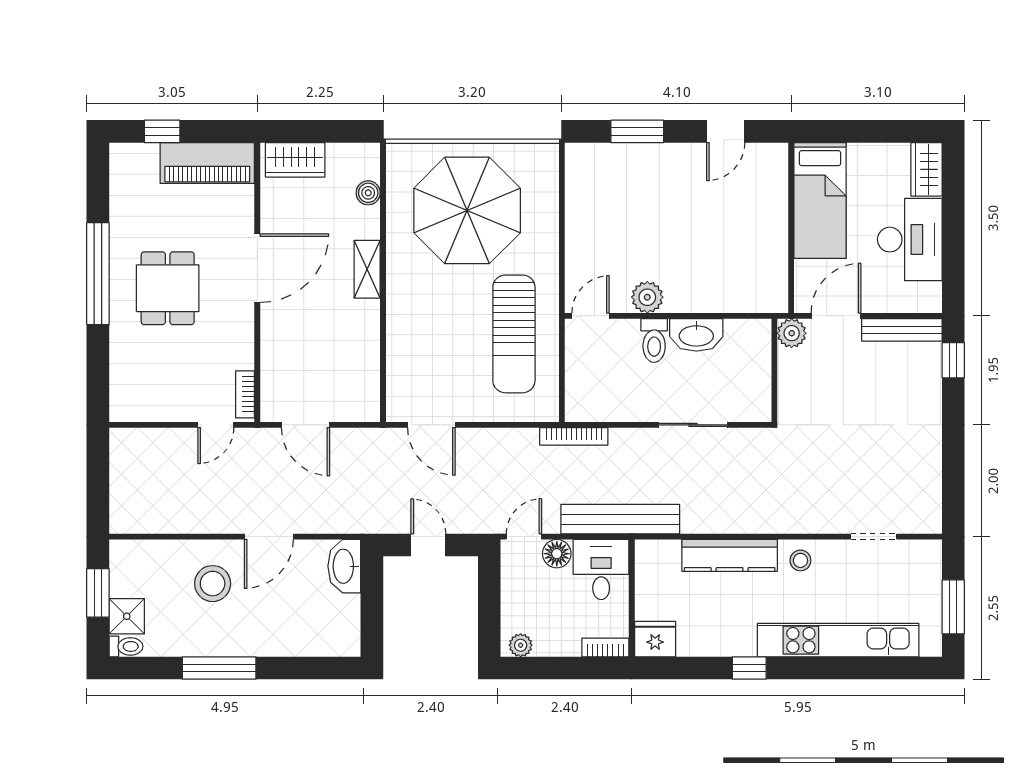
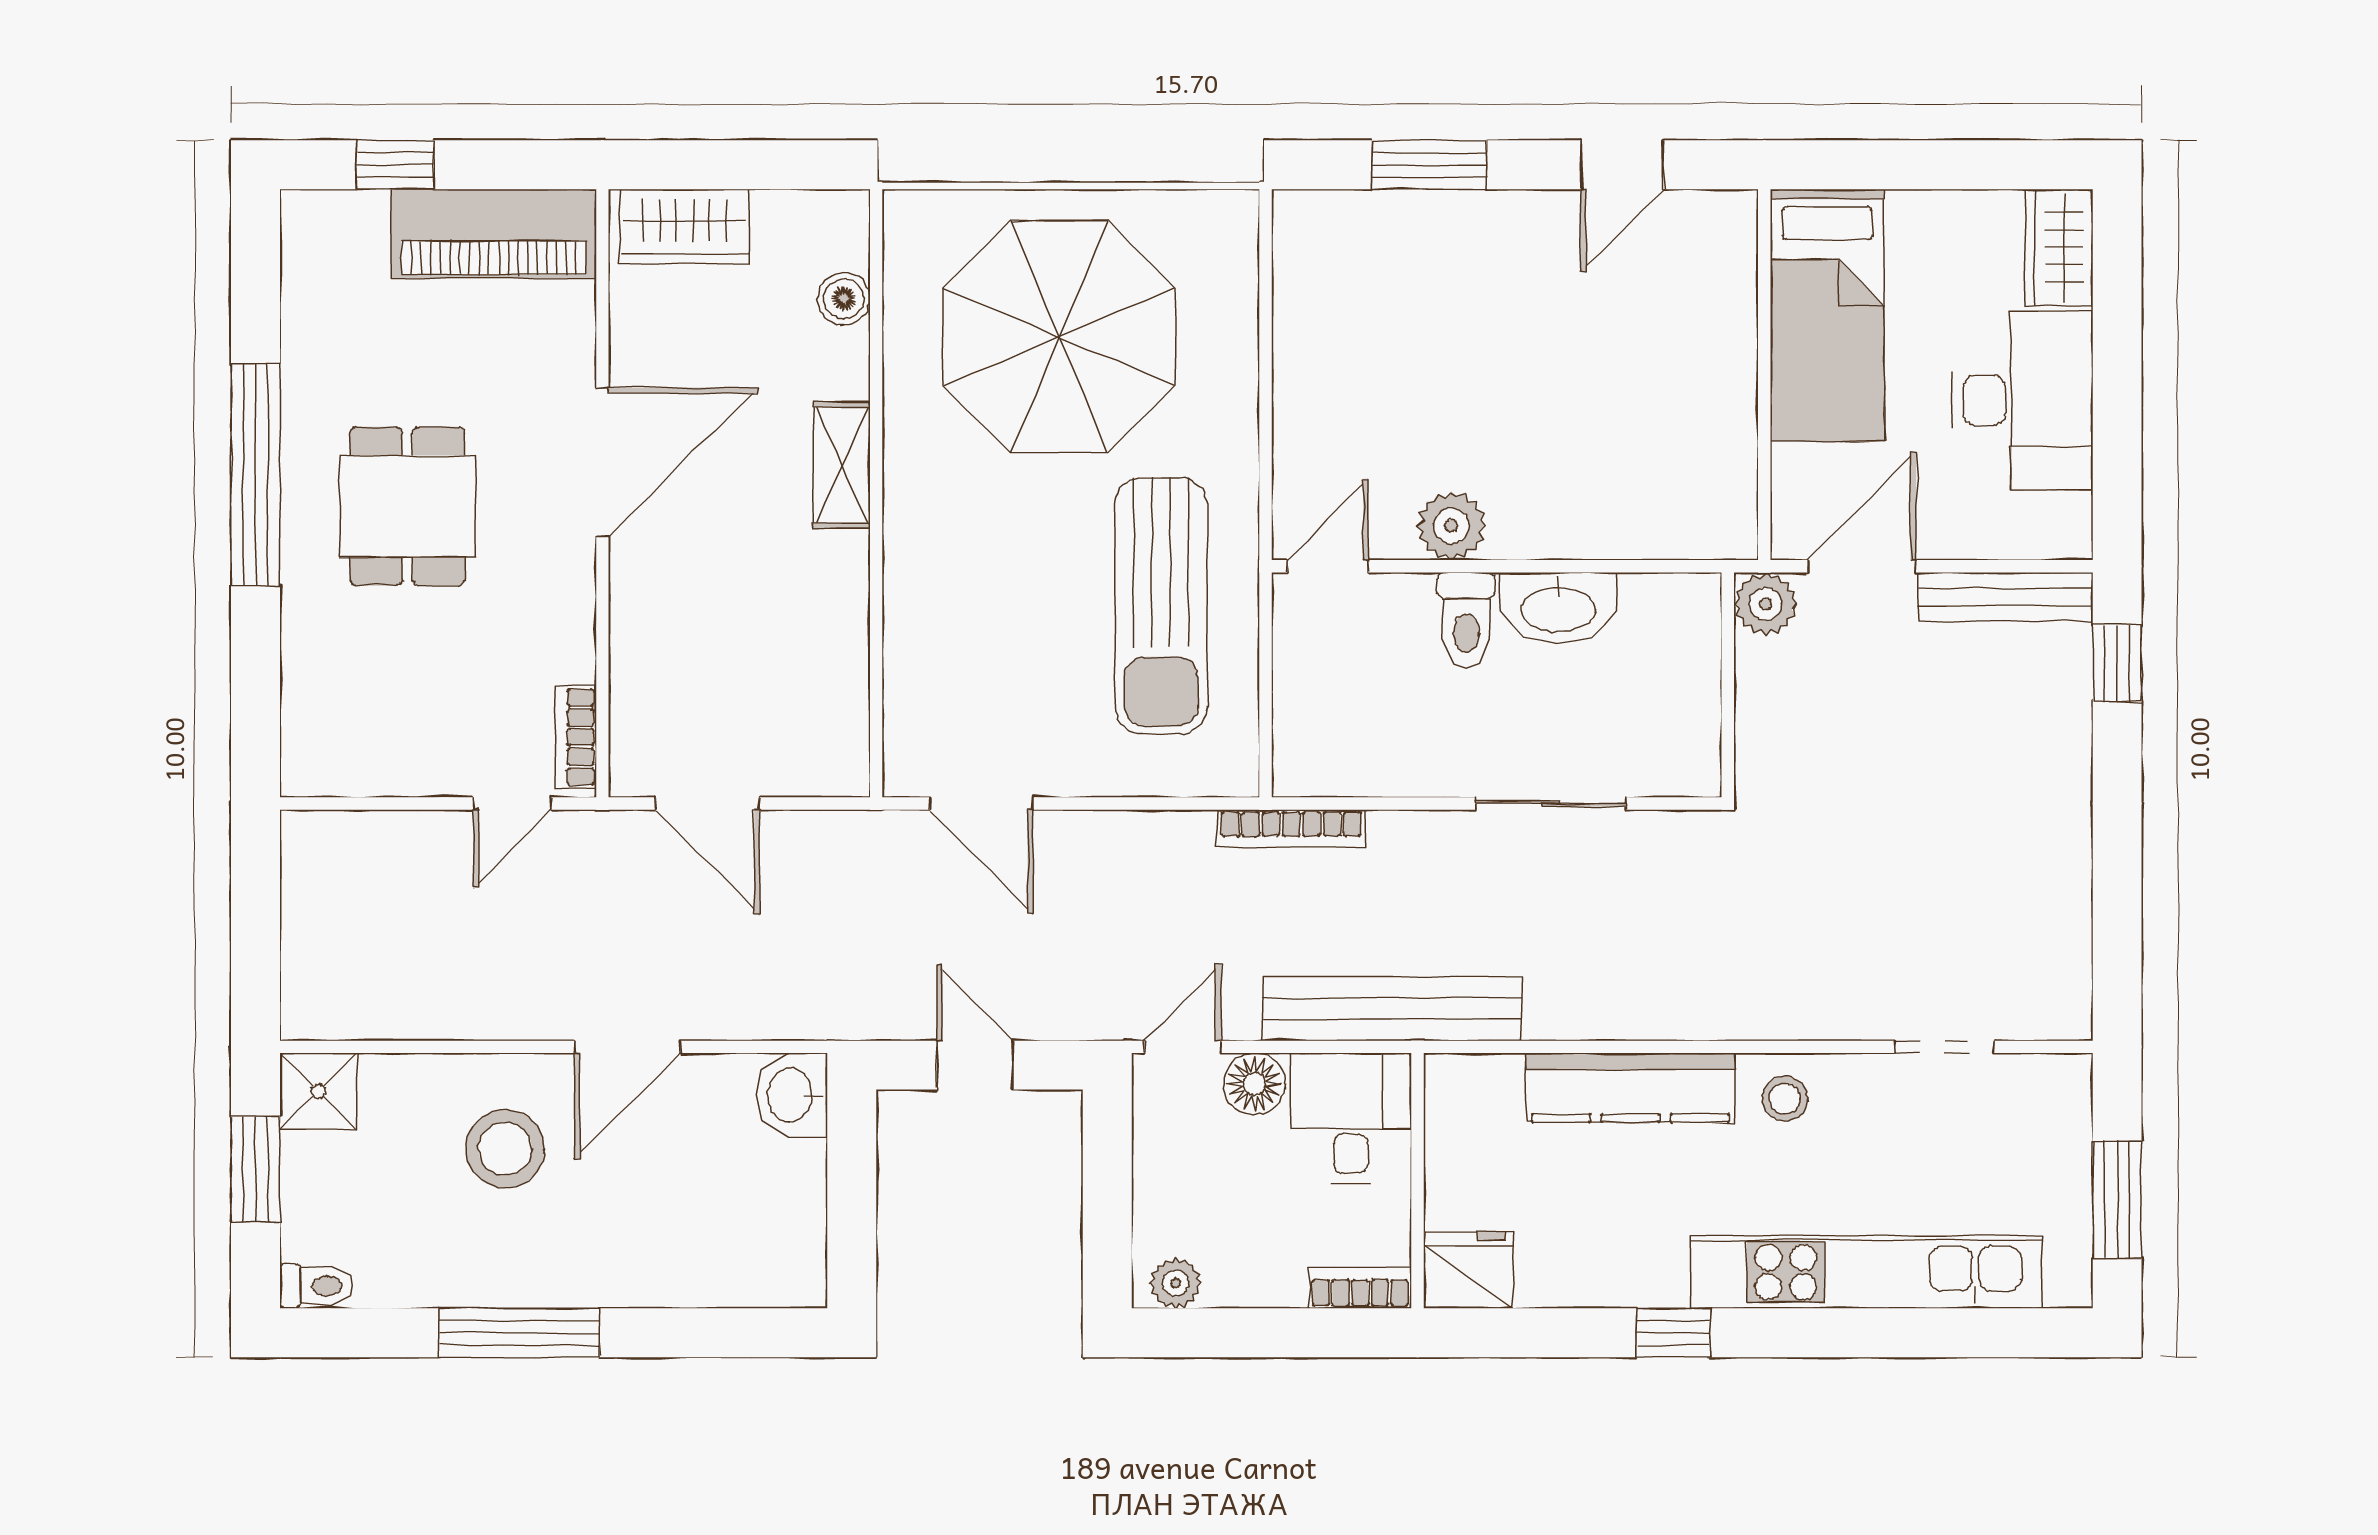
washbasin: (344, 566) -> (792, 1095), width x0.72
shower: (127, 616) -> (318, 1091), moved

